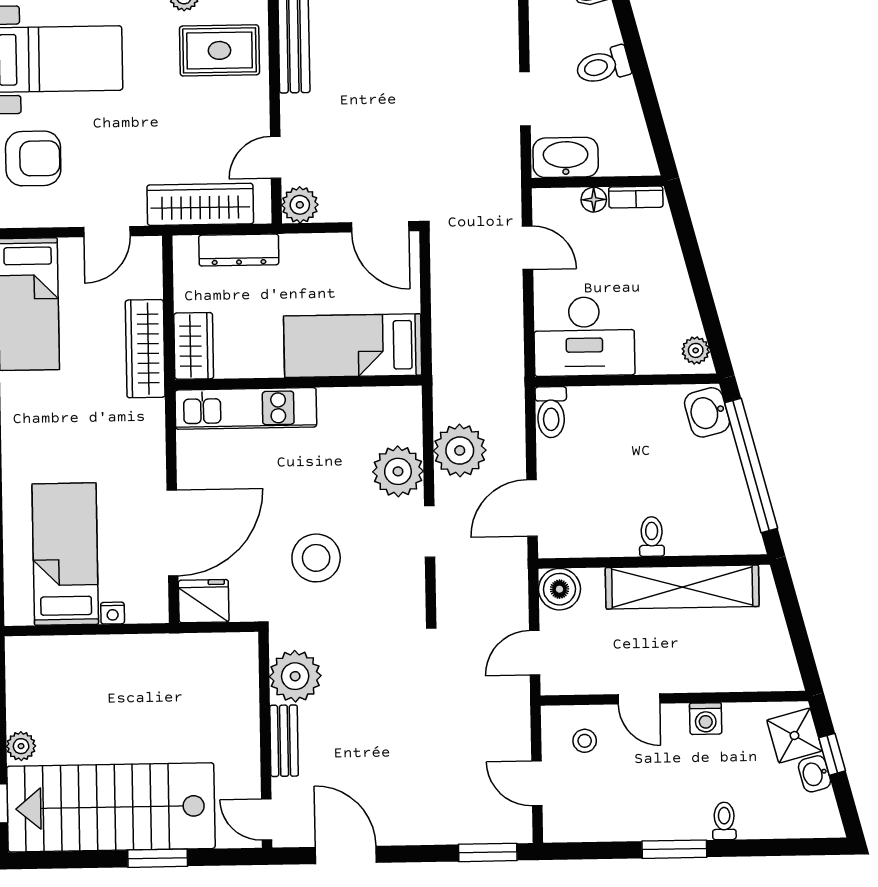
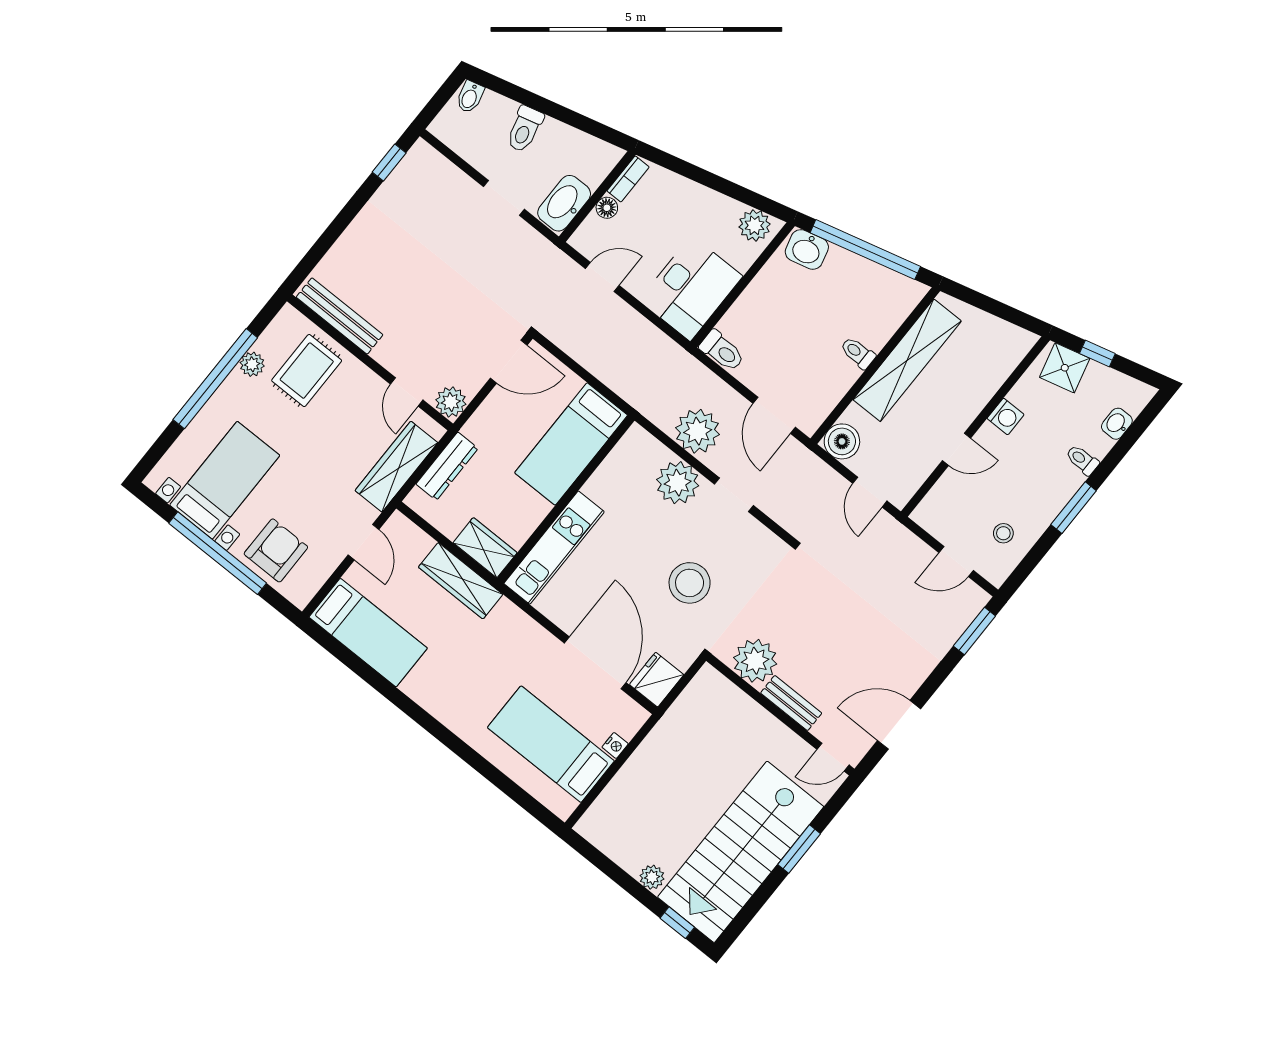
plant: (696, 350) -> (755, 225), width x1.38, depth x1.38
stool: (585, 741) -> (1003, 533), moved
washbasin: (814, 774) -> (1117, 424), moved, turned 105

